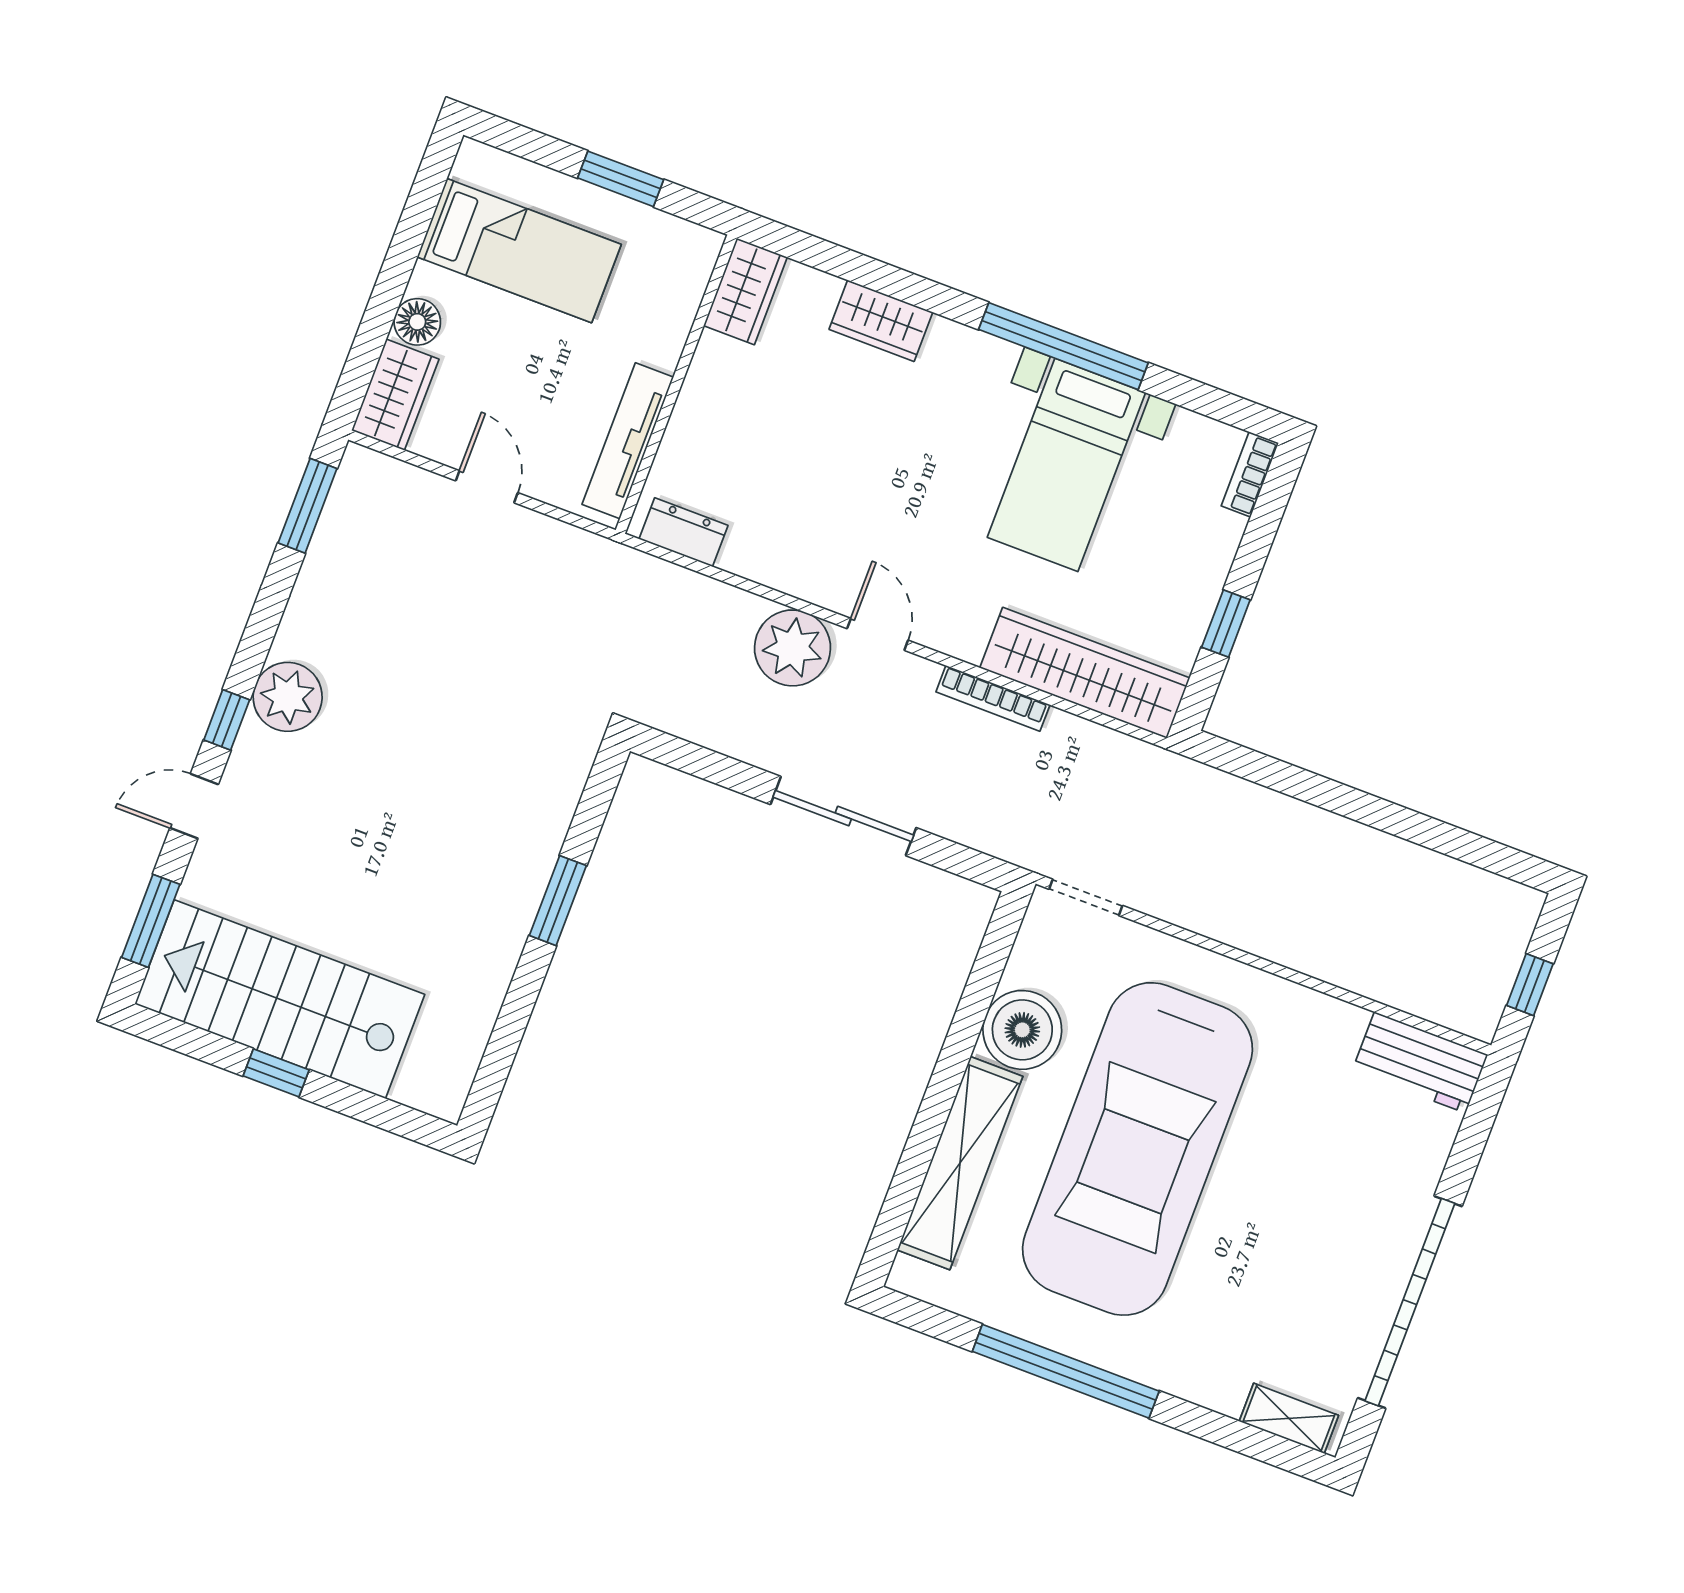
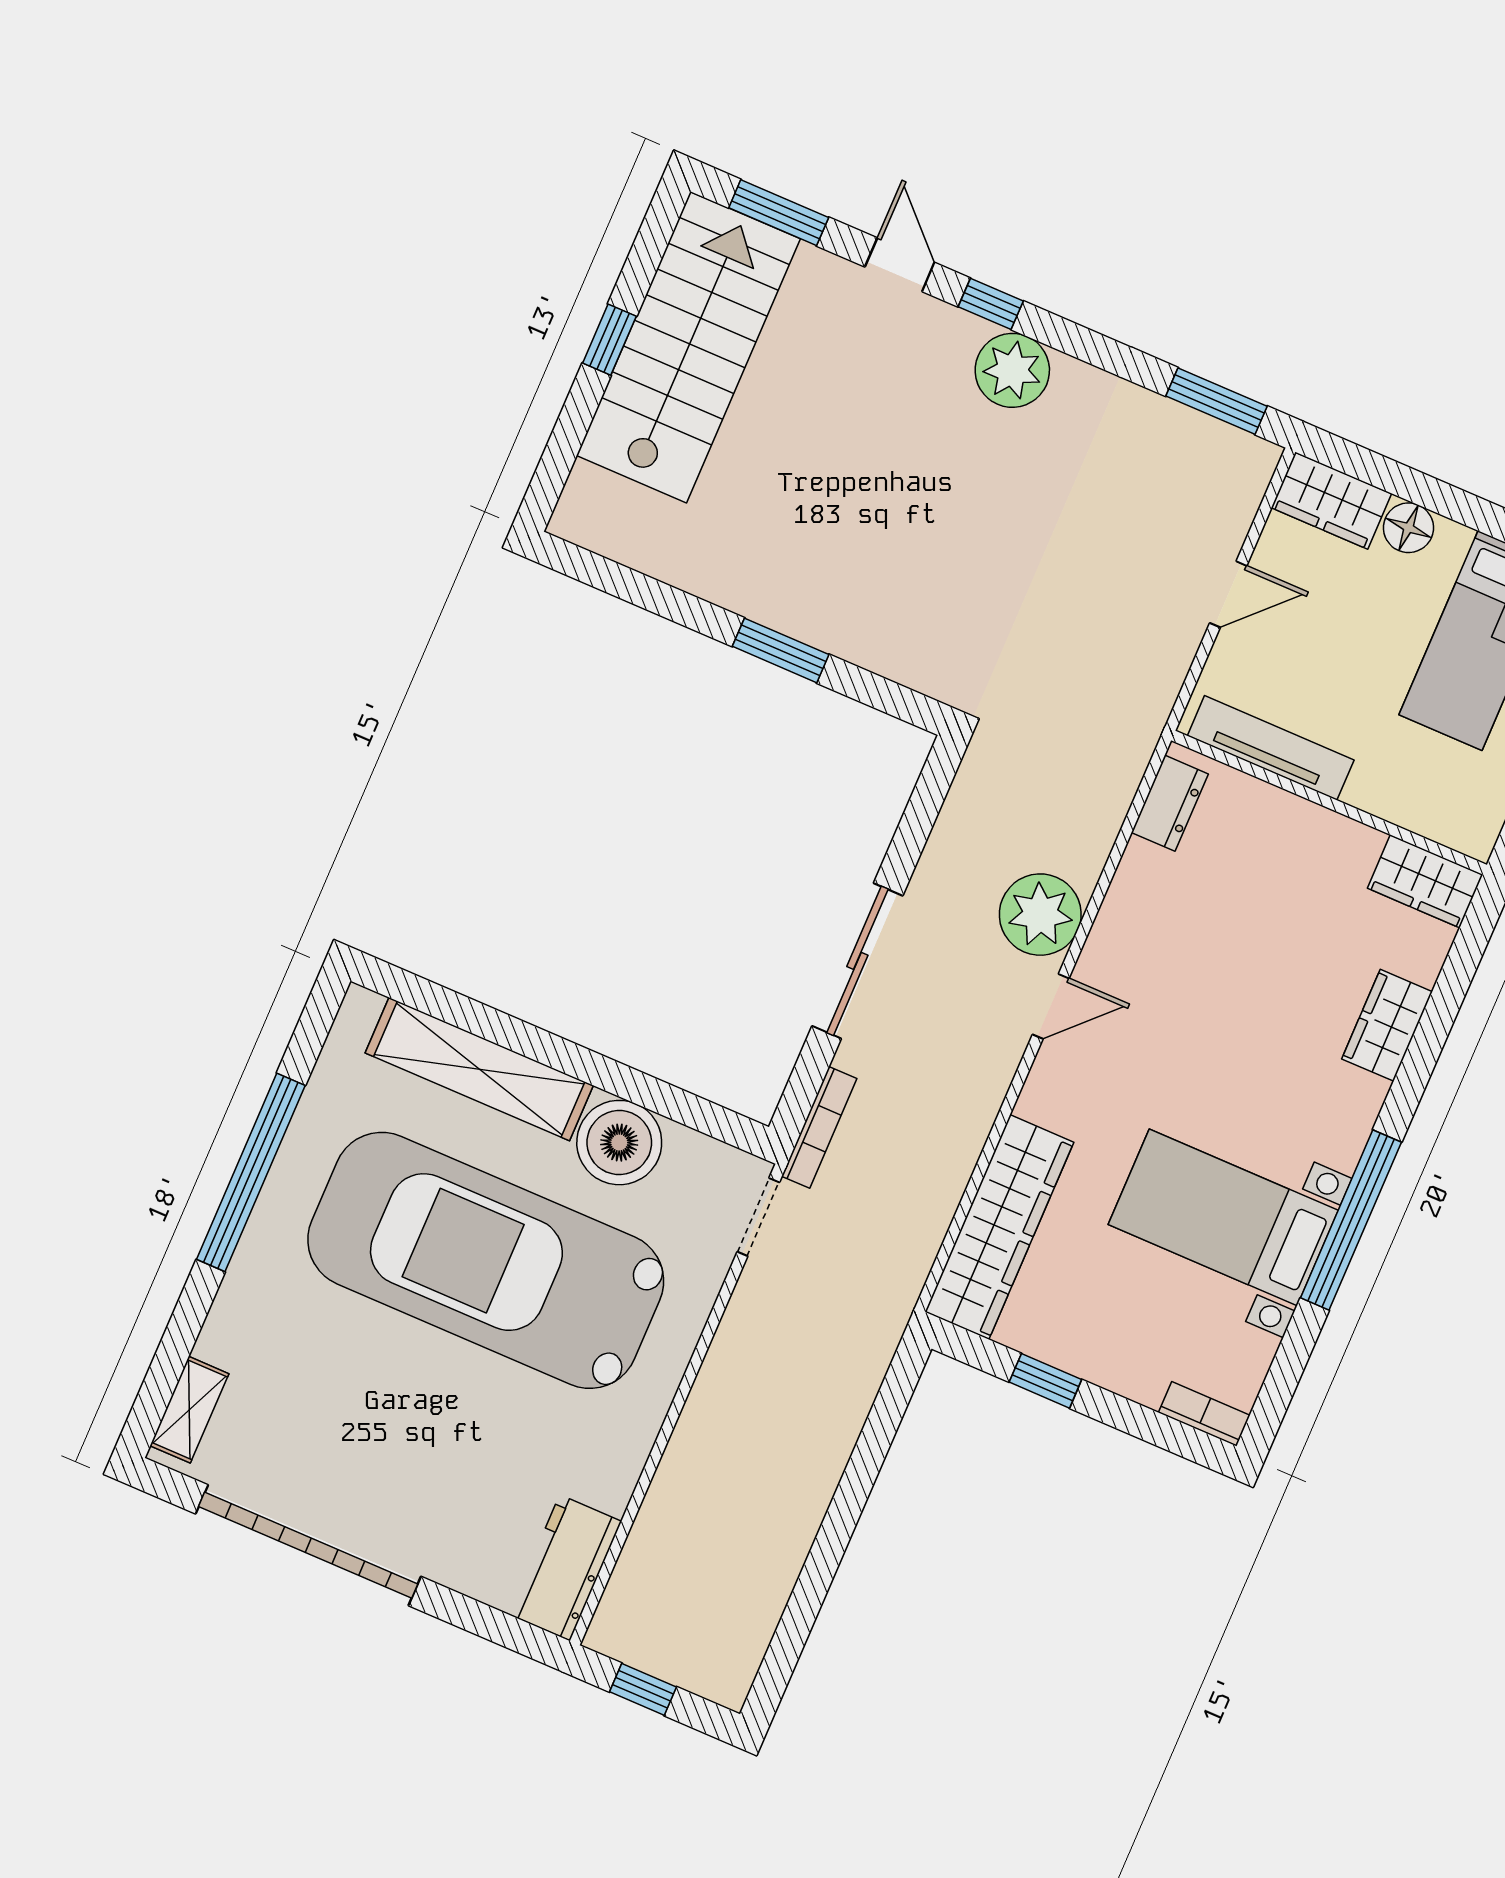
bookcase: (993, 698) -> (819, 1127), moved, turned 180

